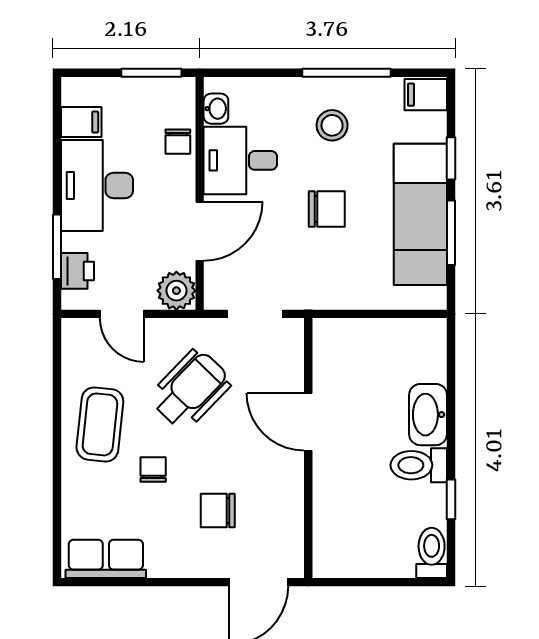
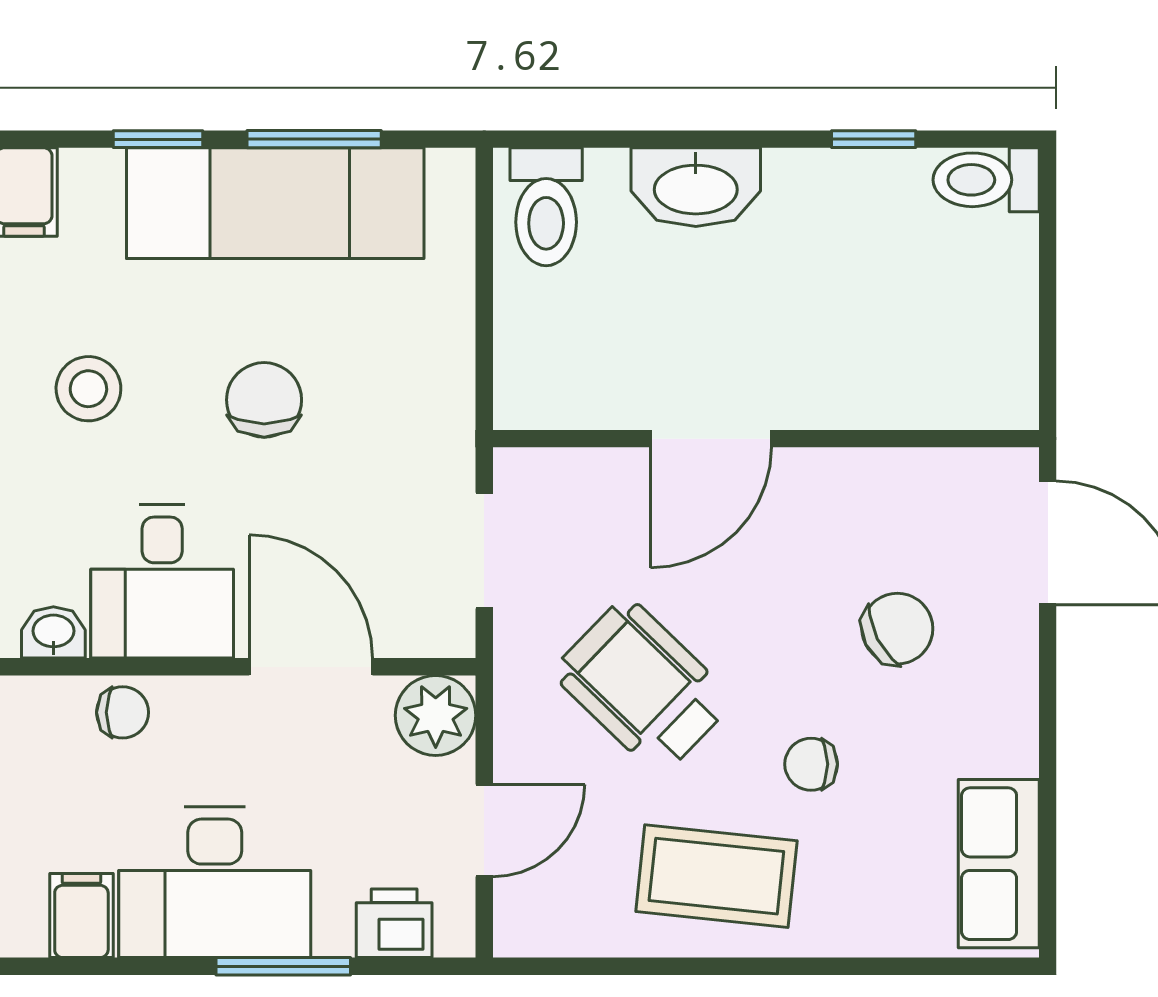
window: (57, 247) -> (283, 966), moved
toilet: (419, 465) -> (546, 207), moved
chair: (218, 511) -> (897, 629), turned -117

